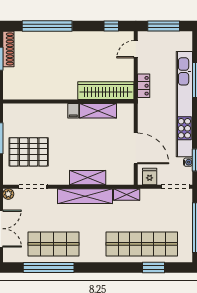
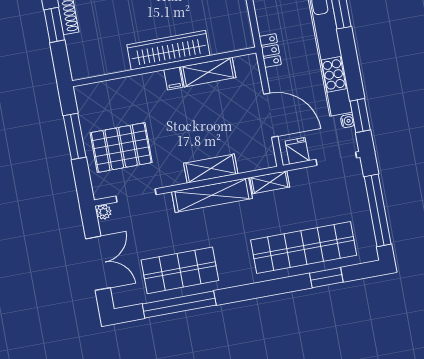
locker: (144, 86) -> (270, 50), moved
wardrobe: (106, 91) -> (168, 50), moved

